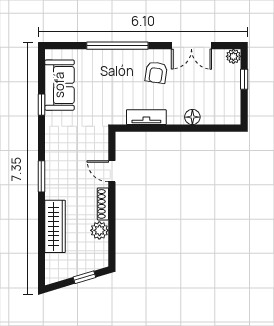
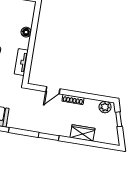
wardrobe: (55, 226) -> (82, 133), width x0.67
plant: (99, 230) -> (105, 107), moved

